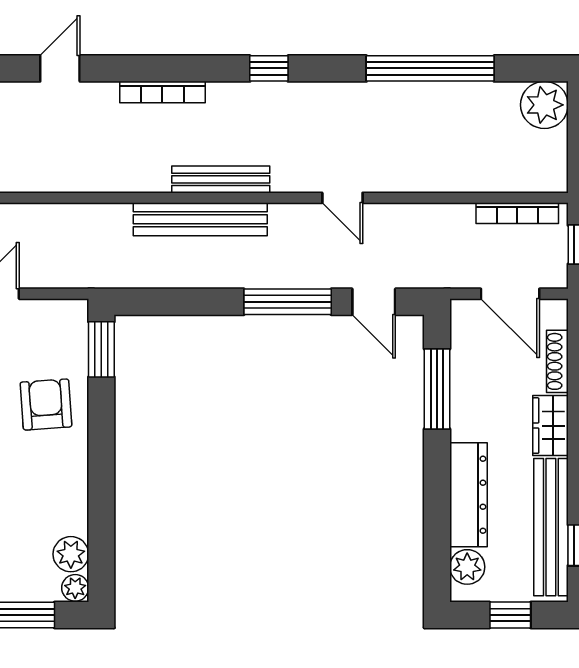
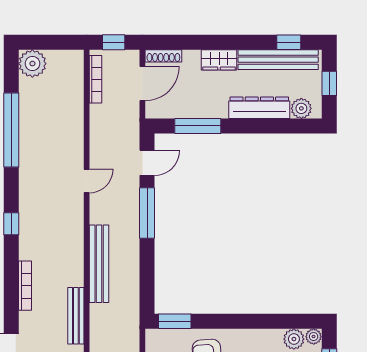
bench: (221, 179) -> (76, 316), moved
shoe rack: (557, 361) -> (163, 56), moved

